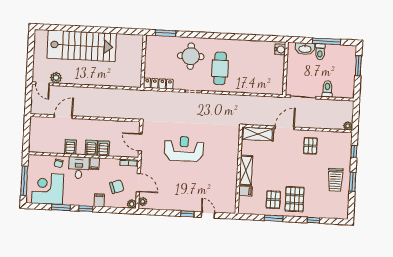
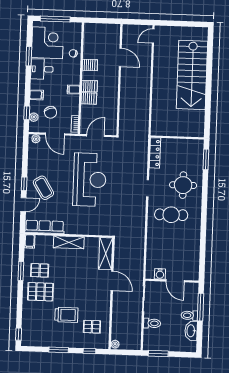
window: (327, 41) -> (200, 307), moved
water cooler: (280, 49) -> (160, 274), moved
washbasin: (305, 49) -> (191, 331), moved
door: (286, 65) -> (175, 281), added
window: (358, 66) -> (158, 354), moved
plant: (56, 78) -> (159, 50), removed
pallet: (310, 146) -> (92, 327), moved
reception desk: (184, 149) -> (90, 180), width x1.36, depth x1.30
desk: (79, 168) -> (42, 69), moved, turned 180
trolley: (335, 180) -> (66, 315), moved, turned 180
door: (138, 183) -> (55, 134), hinge flipped
filing cabinet: (245, 191) -> (30, 241), moved
row of seats: (230, 194) -> (45, 227), added
coffee table: (191, 195) -> (43, 188), added
plant: (132, 204) -> (34, 117), moved
window: (86, 209) -> (27, 113), moved
window: (313, 220) -> (19, 334), moved

